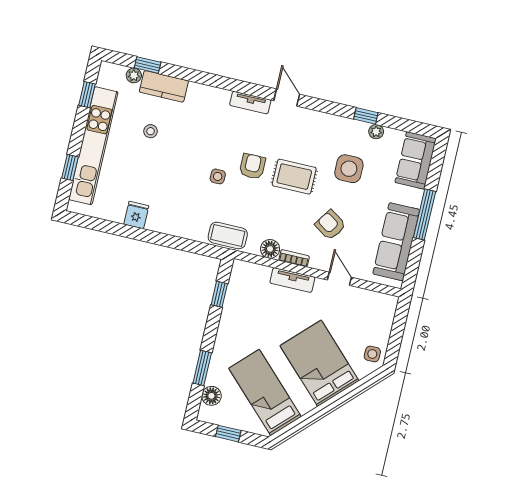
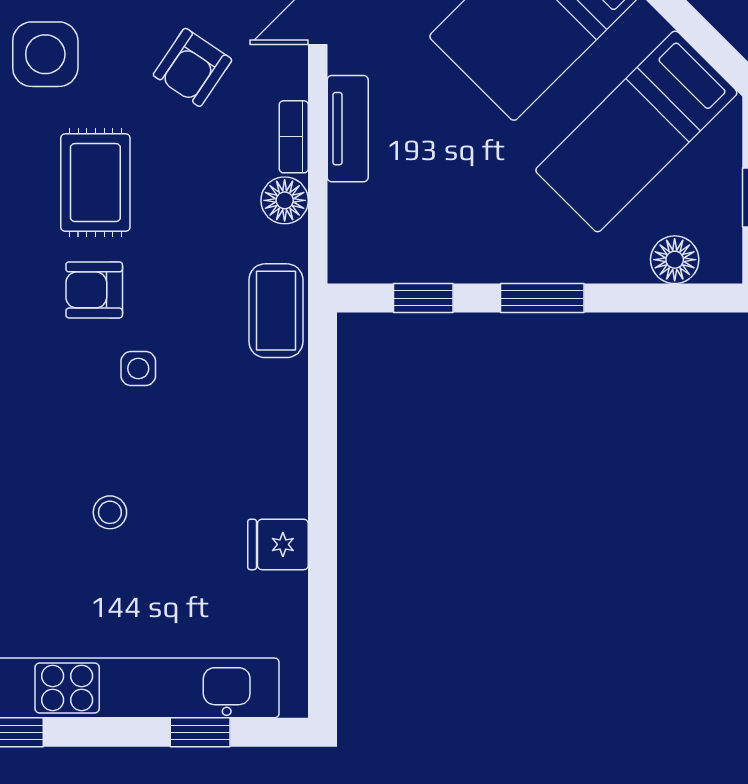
stool: (151, 131) -> (110, 512), moved
window: (202, 368) -> (542, 298), moved

